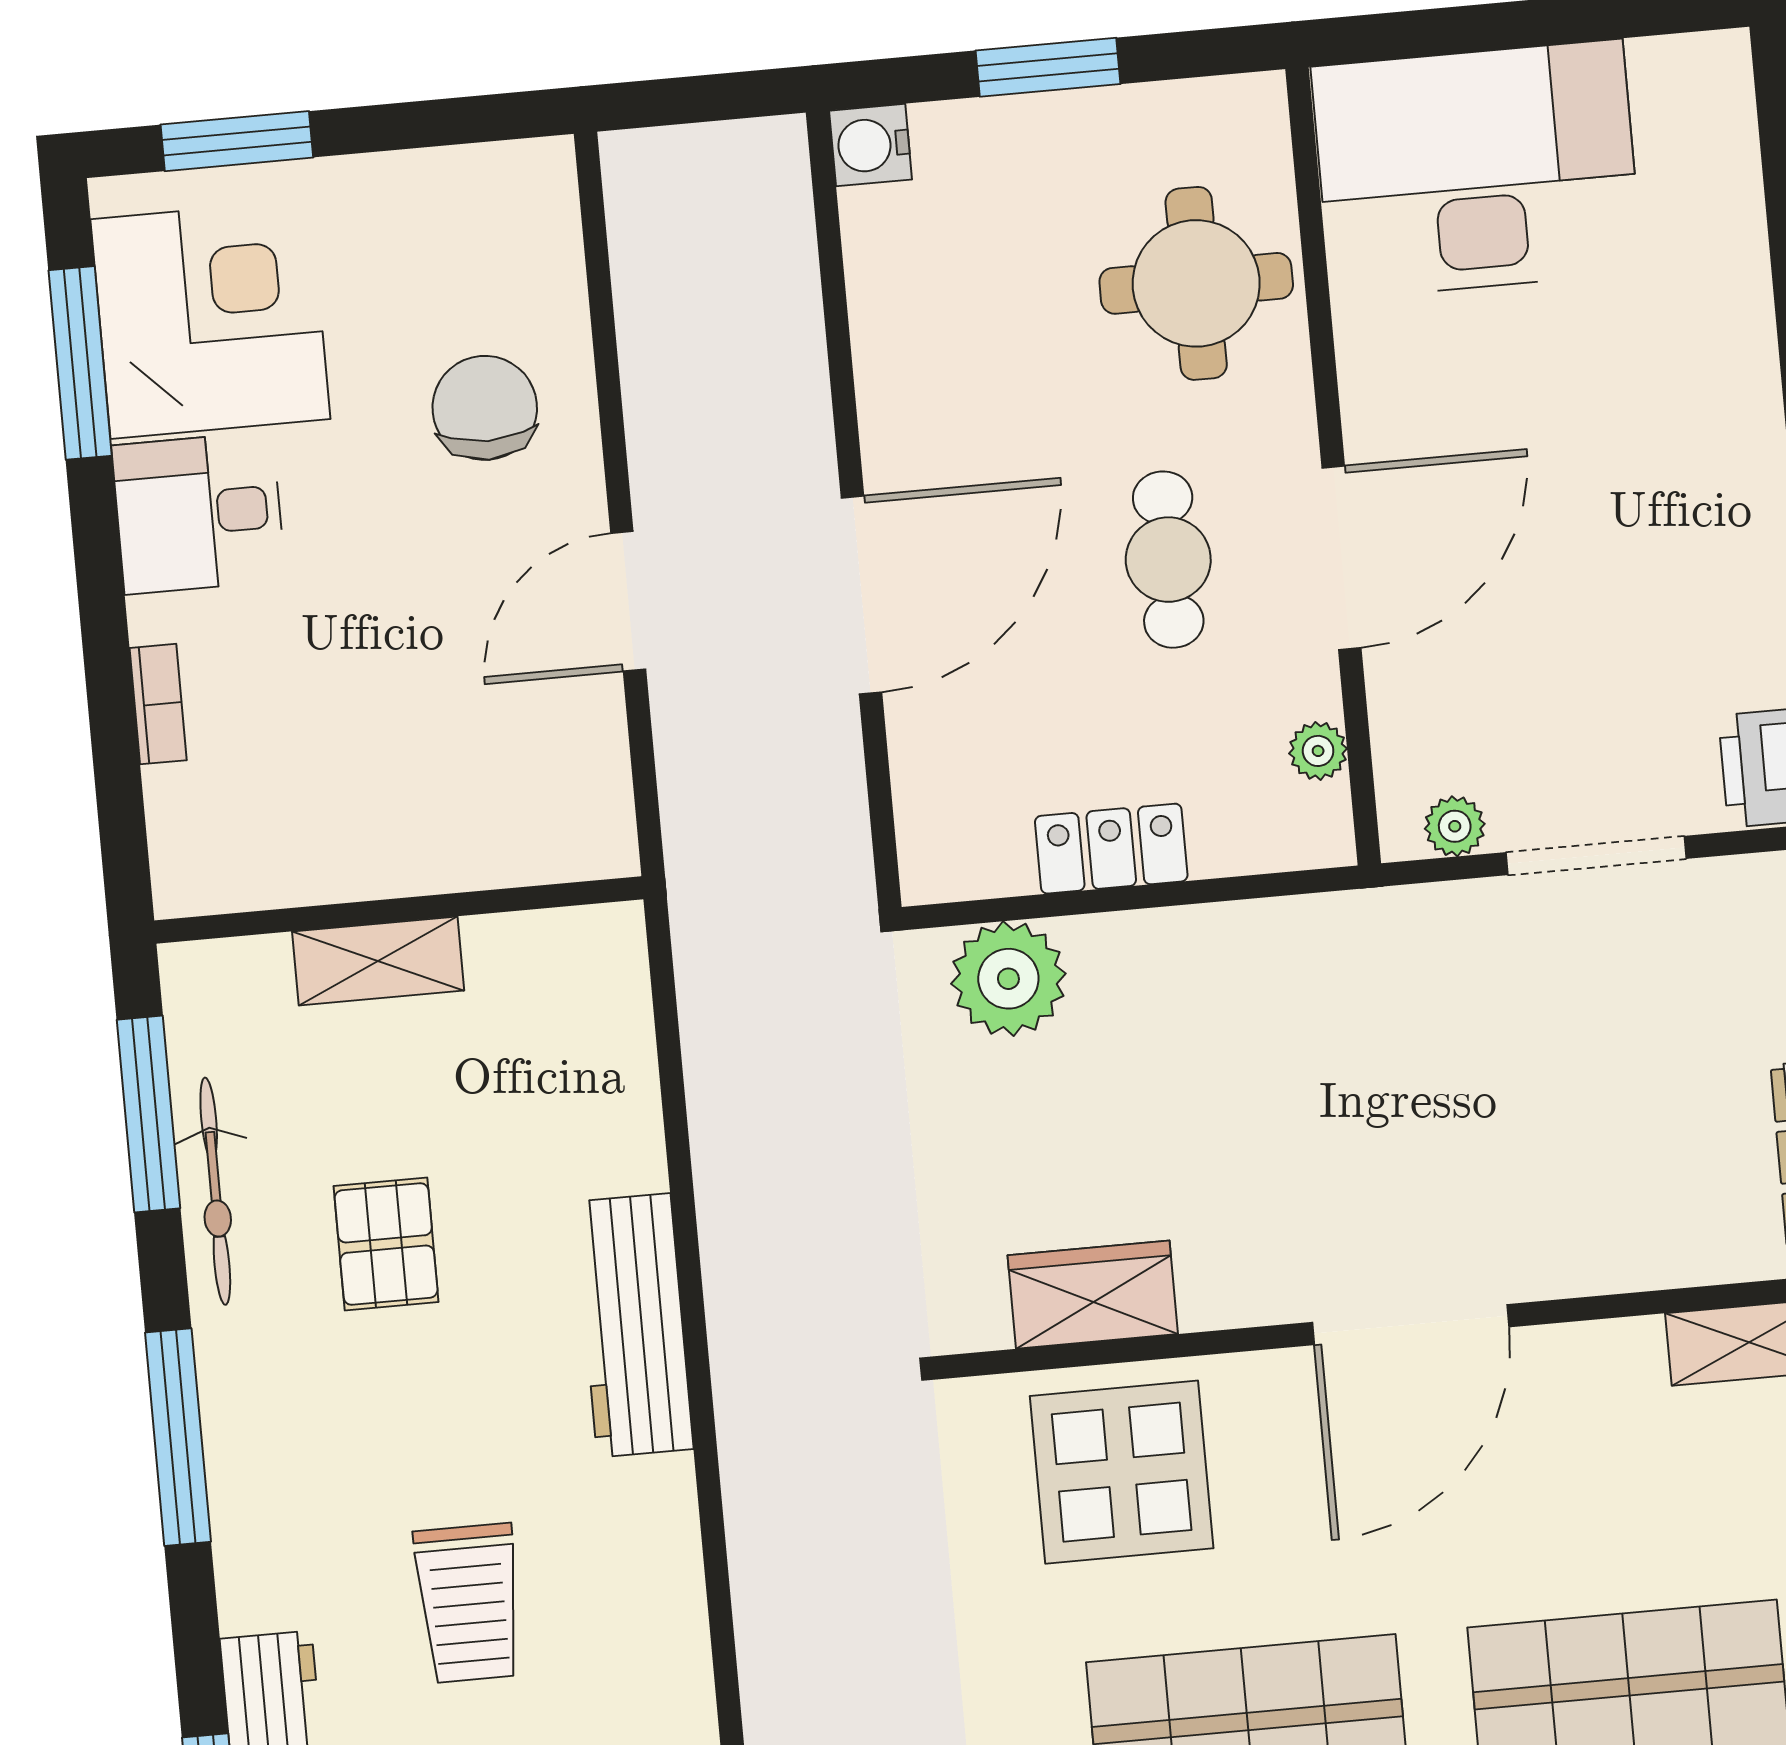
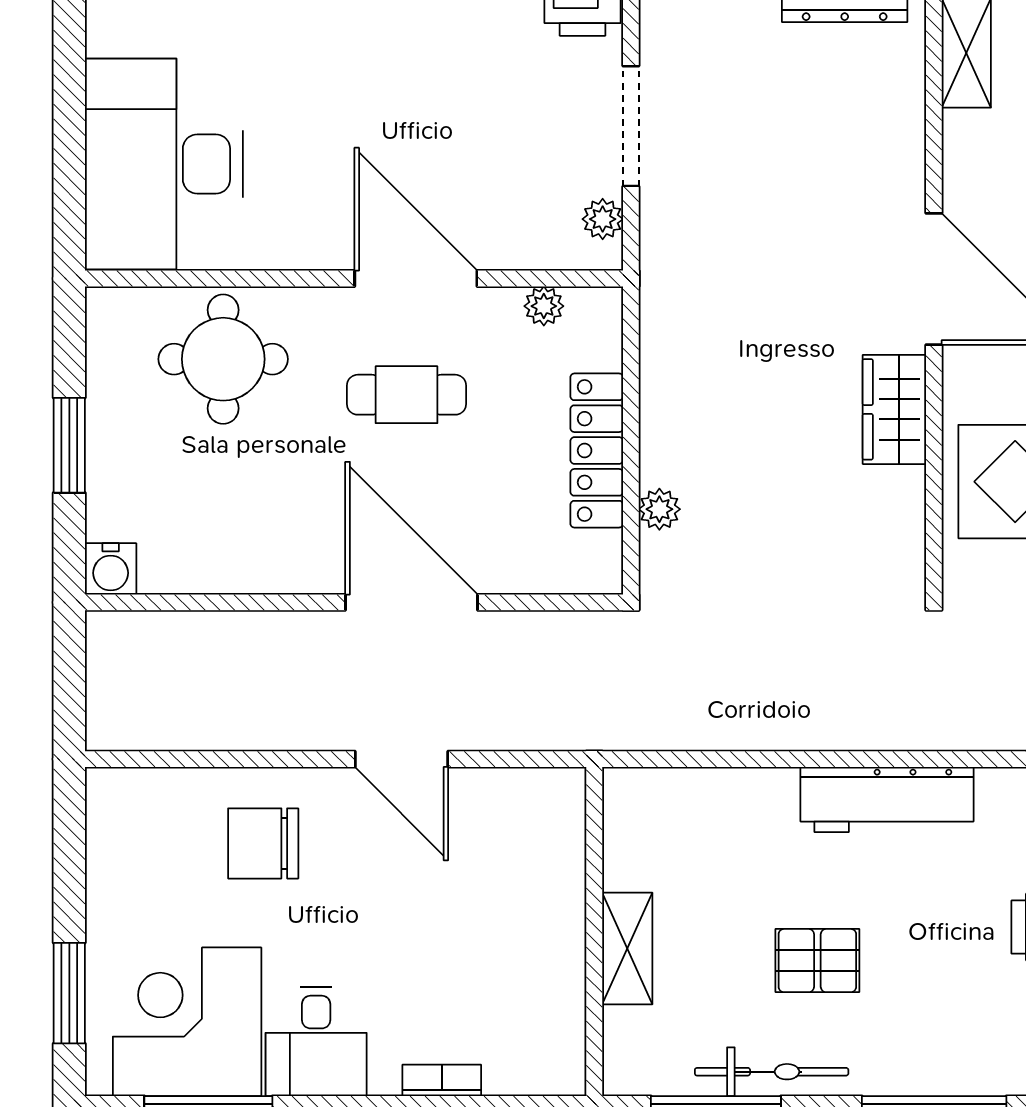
locker: (1111, 849) -> (597, 451), width x1.53
plant: (1008, 979) -> (659, 509), width x0.53, depth x0.53
wardrobe: (1093, 1295) -> (894, 409), moved

